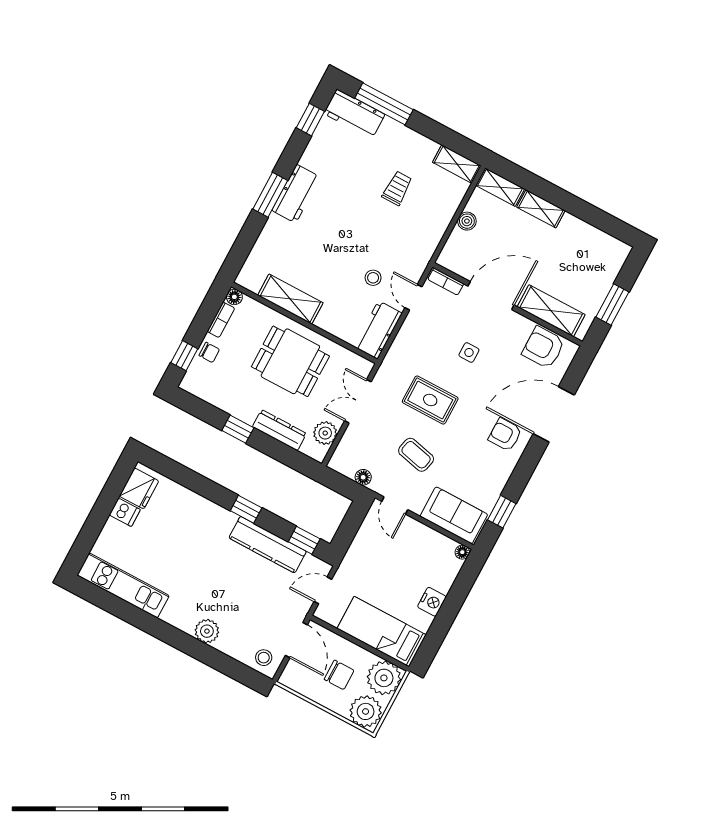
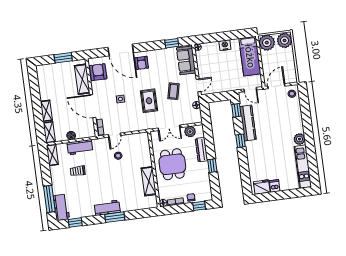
workbench: (378, 330) -> (80, 147), moved
armchair: (543, 347) -> (98, 72), turned 180
plant: (207, 631) -> (300, 139), moved
chair: (339, 675) -> (278, 60), removed

